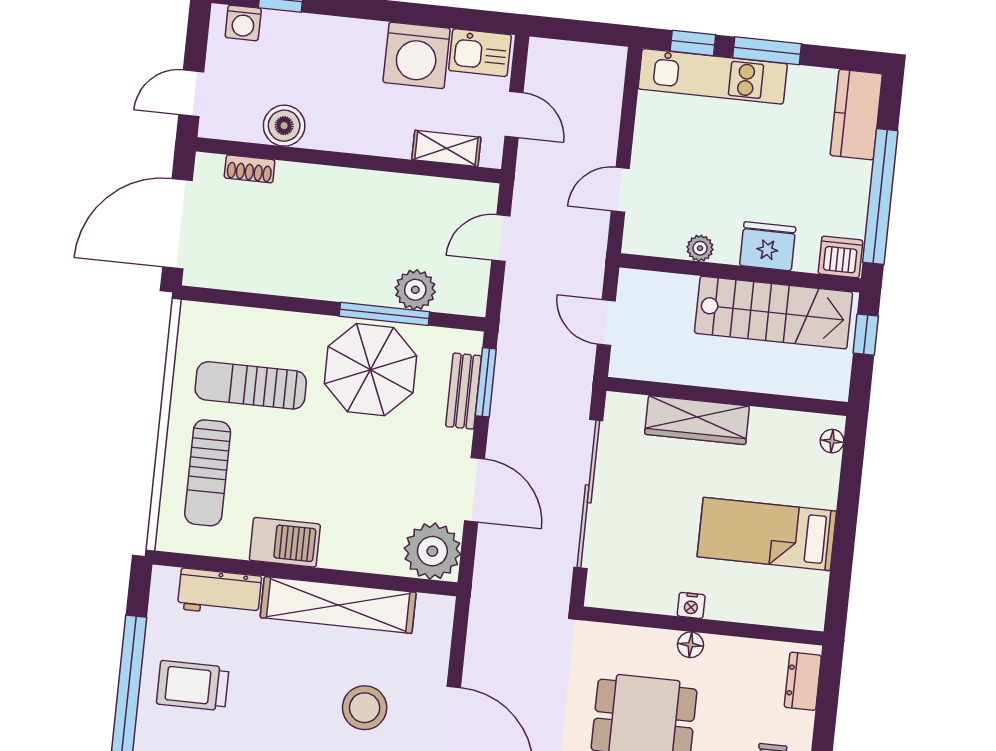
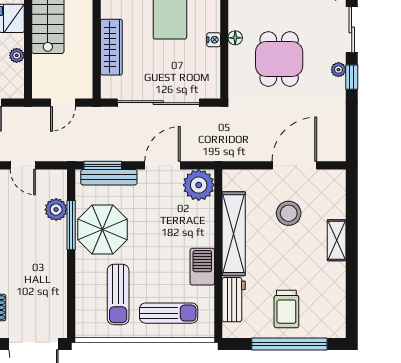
bench: (463, 391) -> (109, 177), width x1.36

